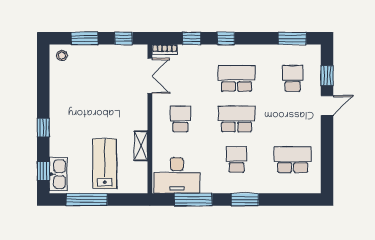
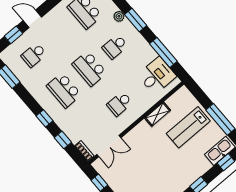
double door: (150, 76) -> (109, 146), swing flipped
desk: (177, 175) -> (157, 76), width x0.73
plant: (261, 187) -> (119, 16), added

